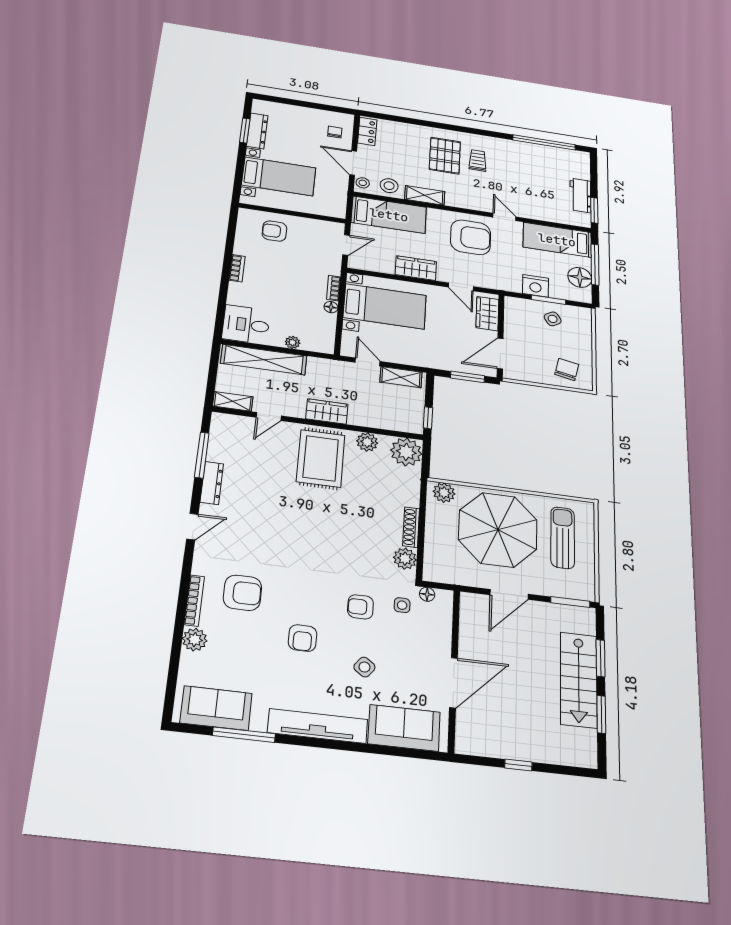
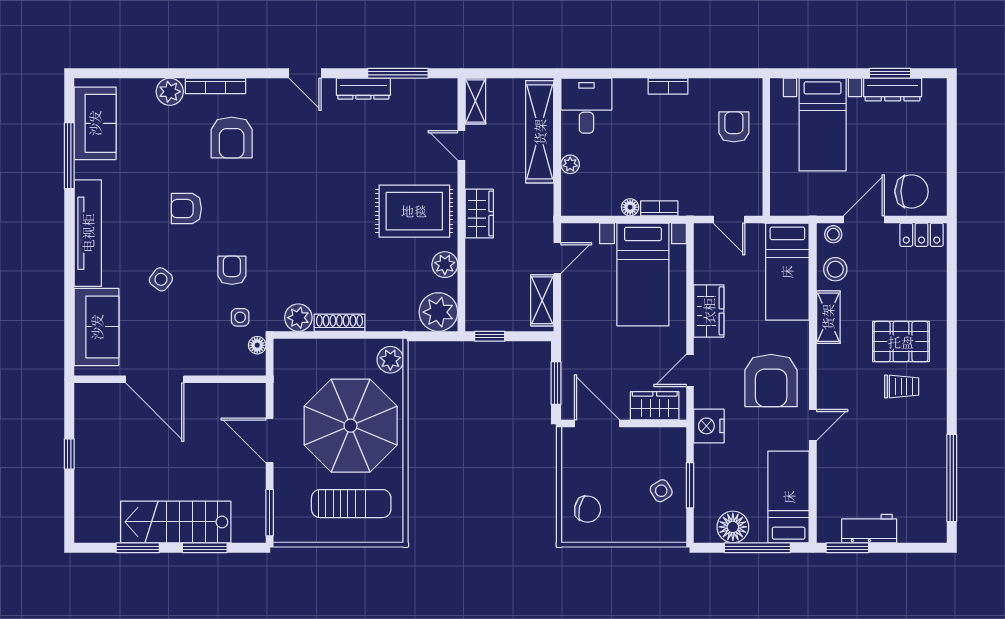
chair: (335, 132) -> (912, 191), width x1.87, depth x1.87
nightstand: (535, 286) -> (709, 426), moved

